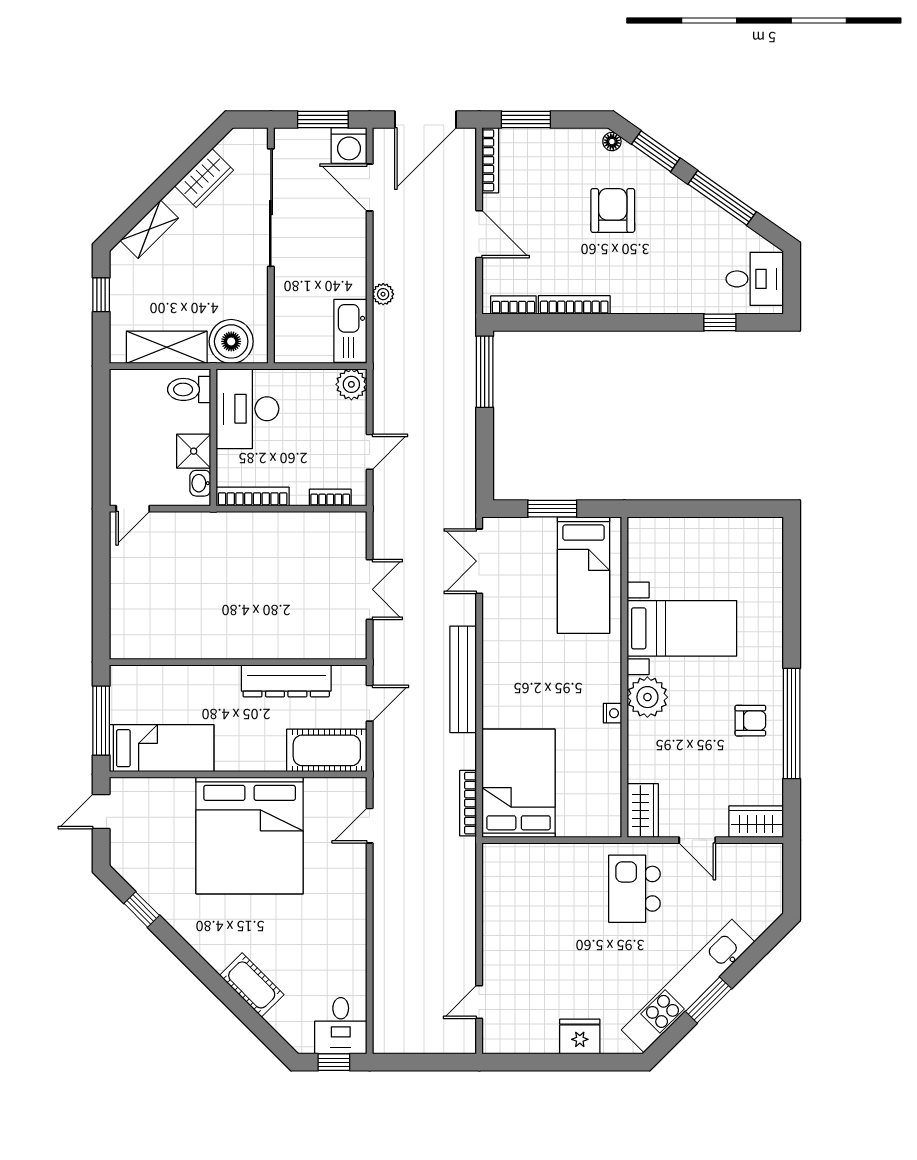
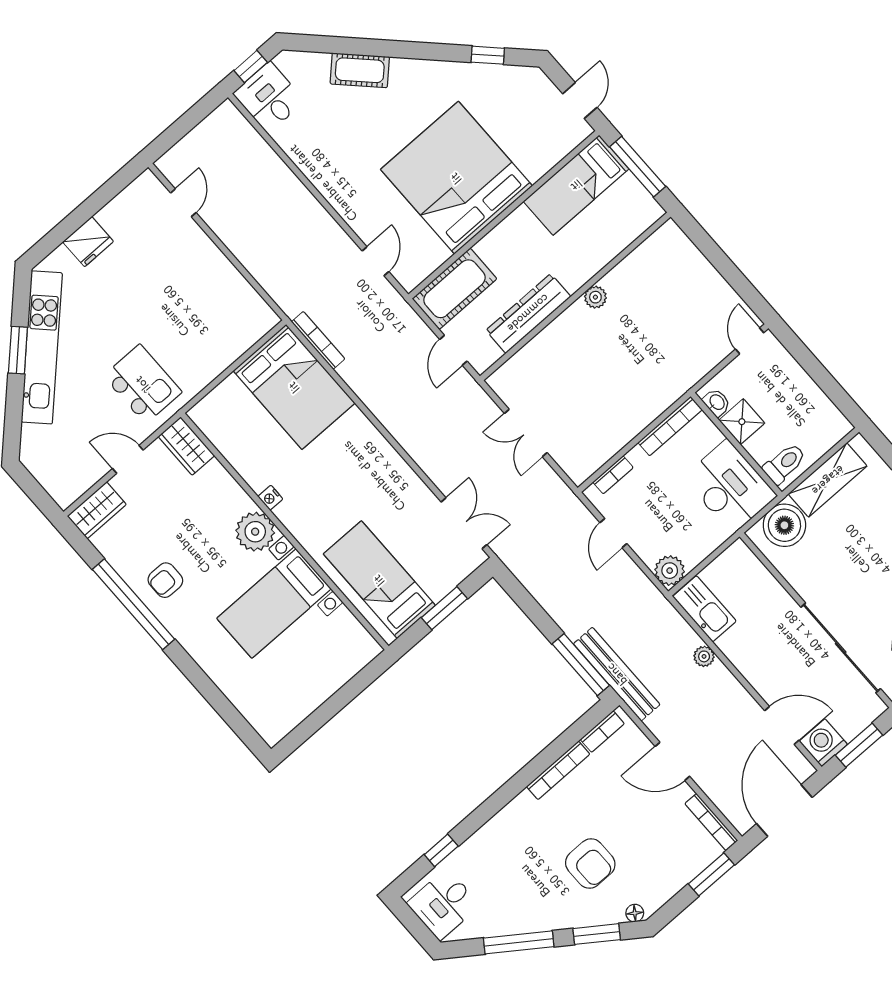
plant: (223, 648) -> (595, 297), added
bench: (463, 679) -> (617, 674), moved

